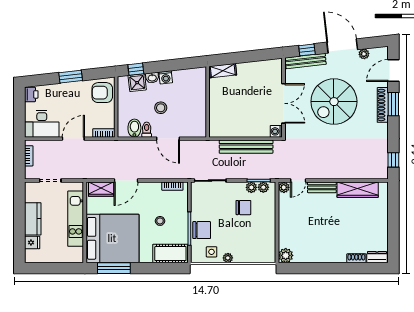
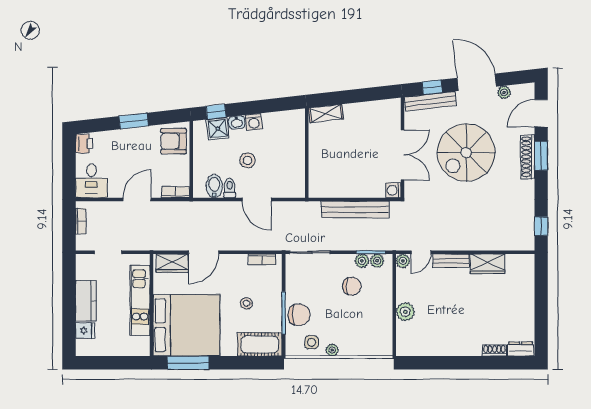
desk: (42, 124) -> (91, 181), width x0.73
wardrobe: (358, 190) -> (487, 264), width x0.67
plant: (286, 255) -> (405, 312), moved

